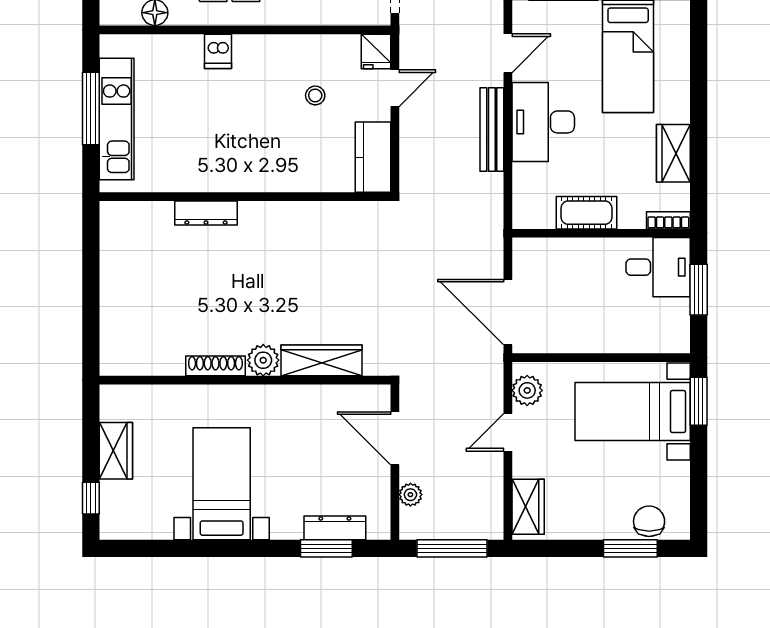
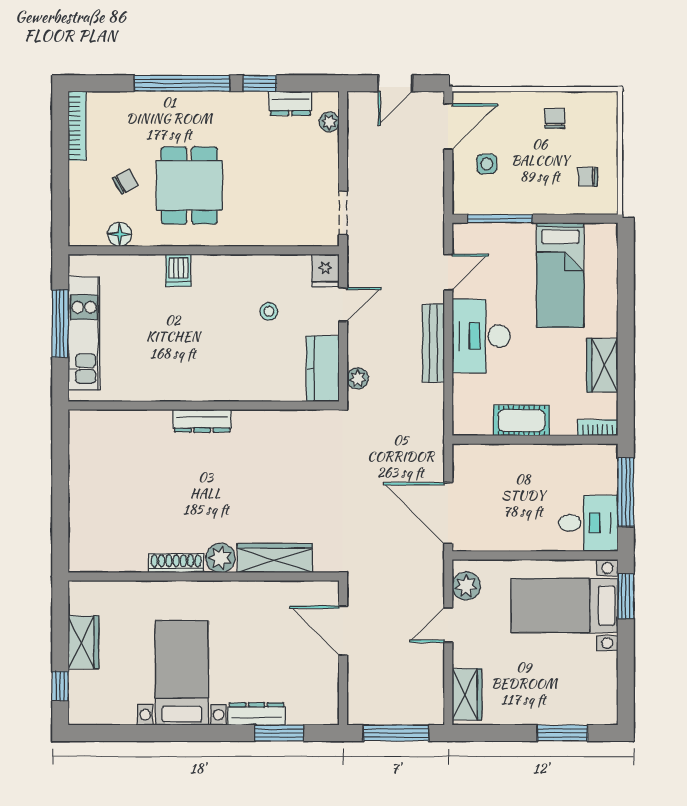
dresser: (206, 213) -> (202, 421), moved
desk: (658, 267) -> (588, 523), moved
window: (699, 290) -> (626, 492), width x1.44
plant: (410, 495) -> (358, 378), moved
chair: (649, 521) -> (580, 708), removed
dresser: (335, 528) -> (257, 714), moved

